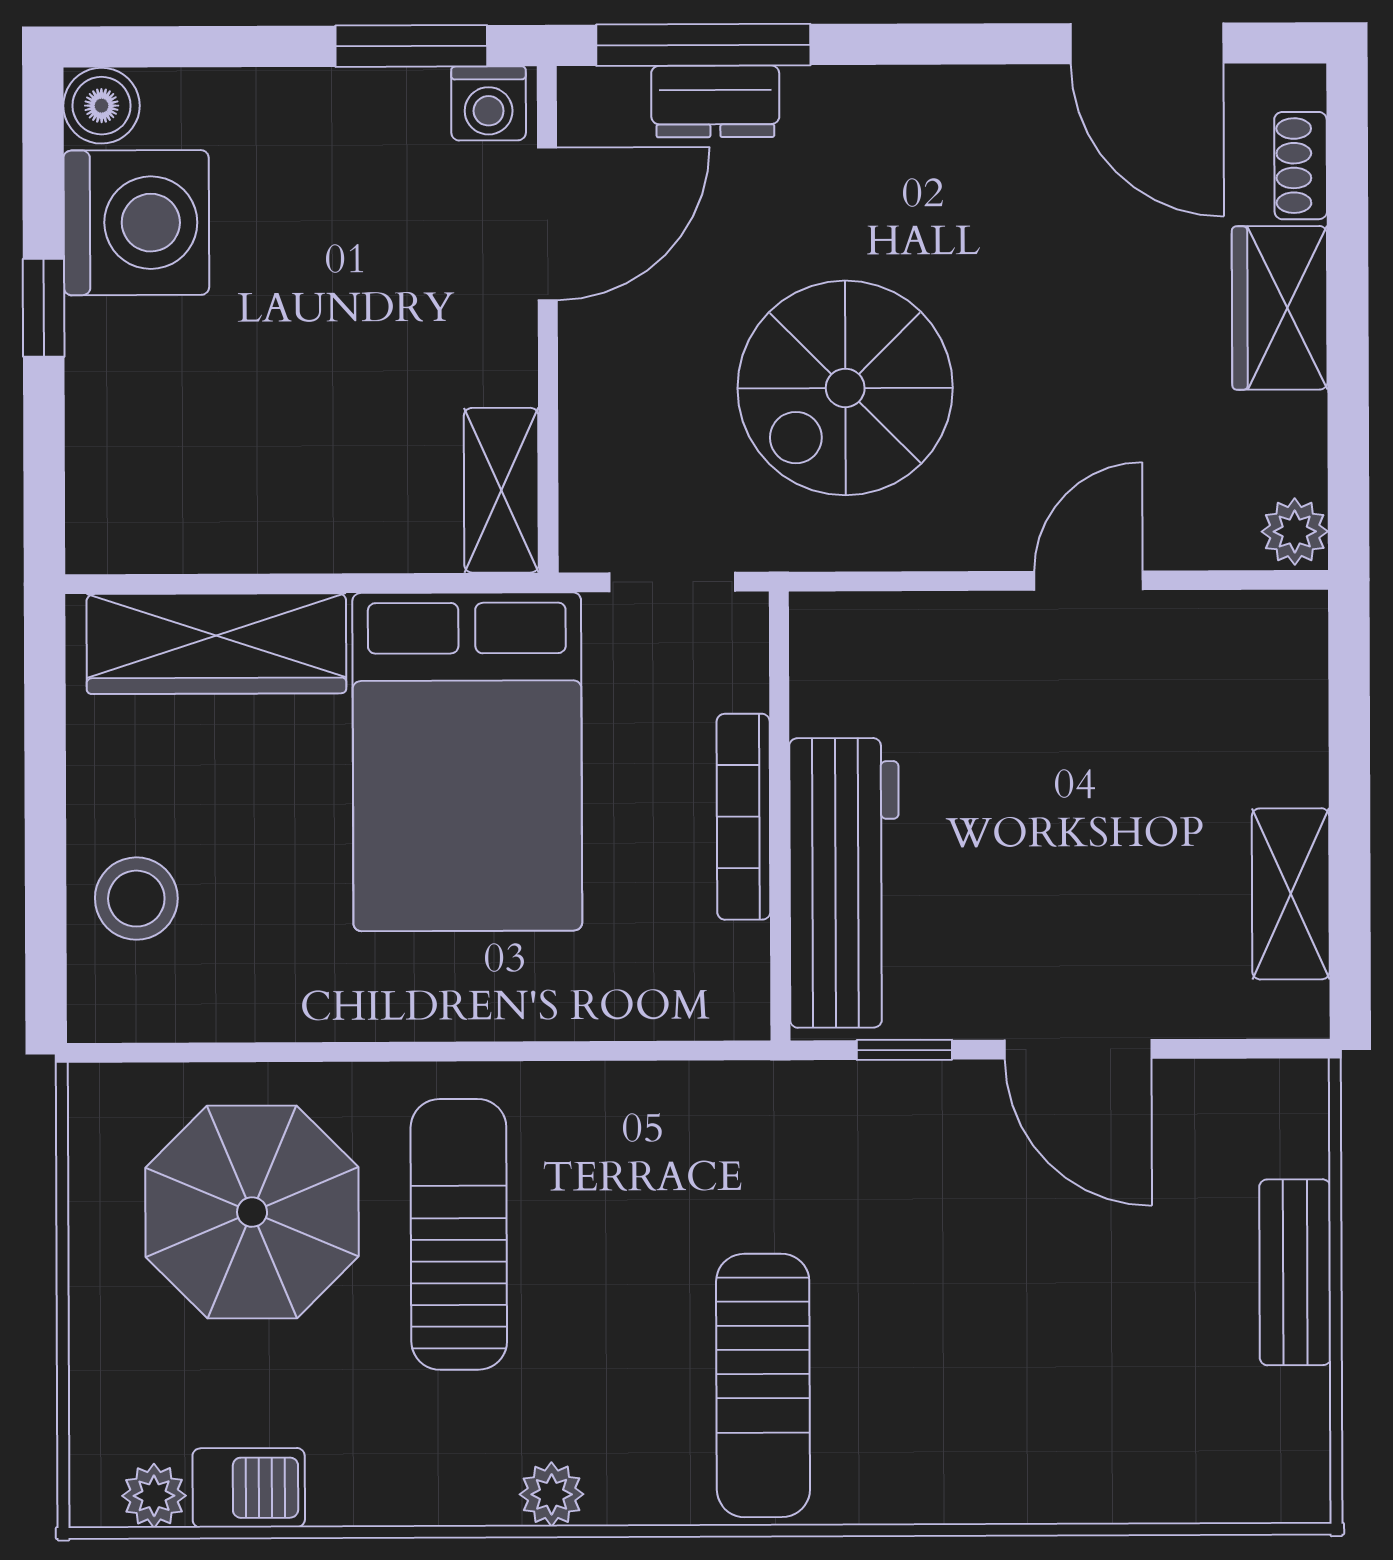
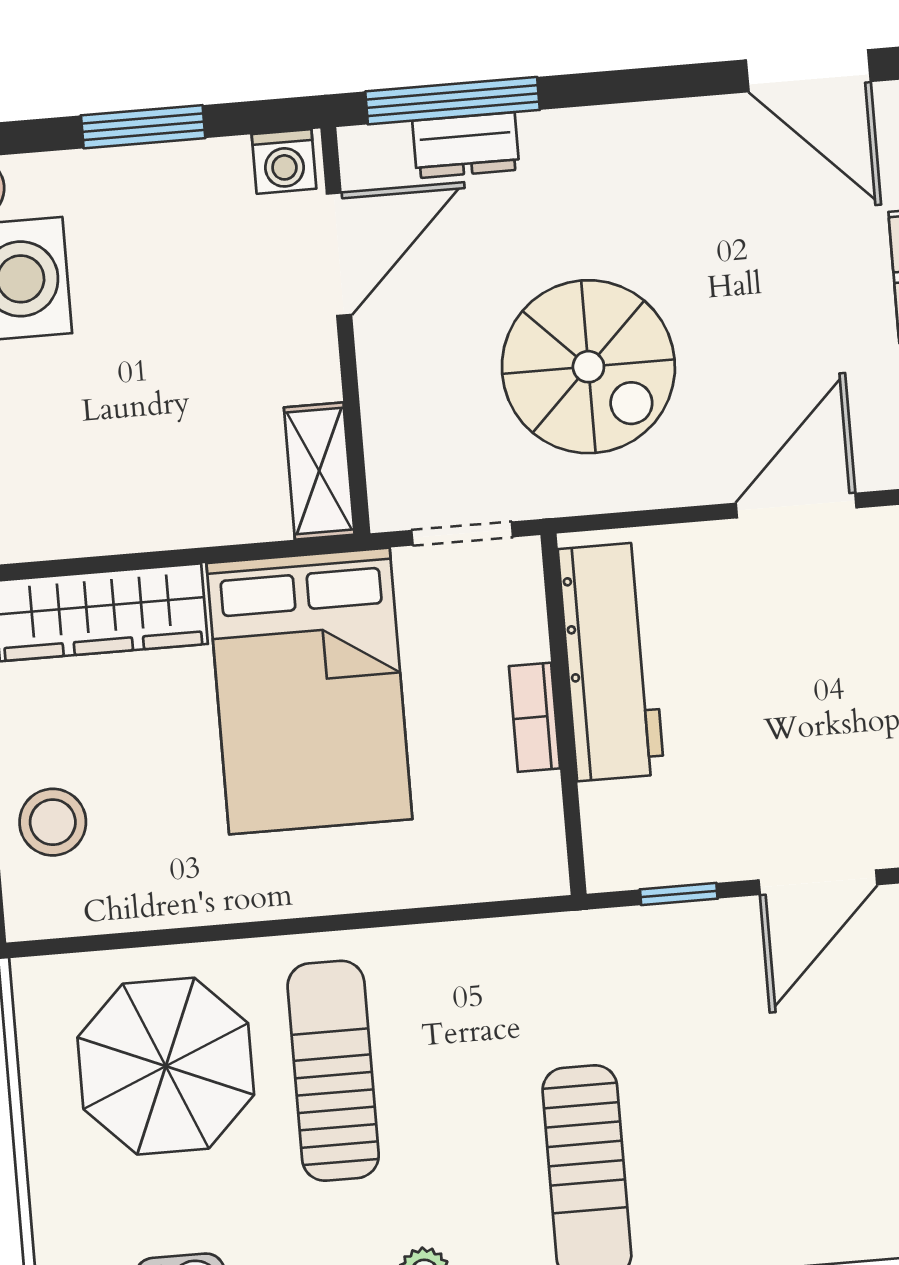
window: (411, 46) -> (143, 127), moved
spiral stairs: (845, 388) -> (588, 367), turned -90
door: (1089, 581) -> (796, 506), width x1.38
bookcase: (743, 817) -> (535, 717), width x0.64
workbench: (844, 883) -> (611, 662), moved
door: (1078, 1049) -> (818, 882), hinge flipped

